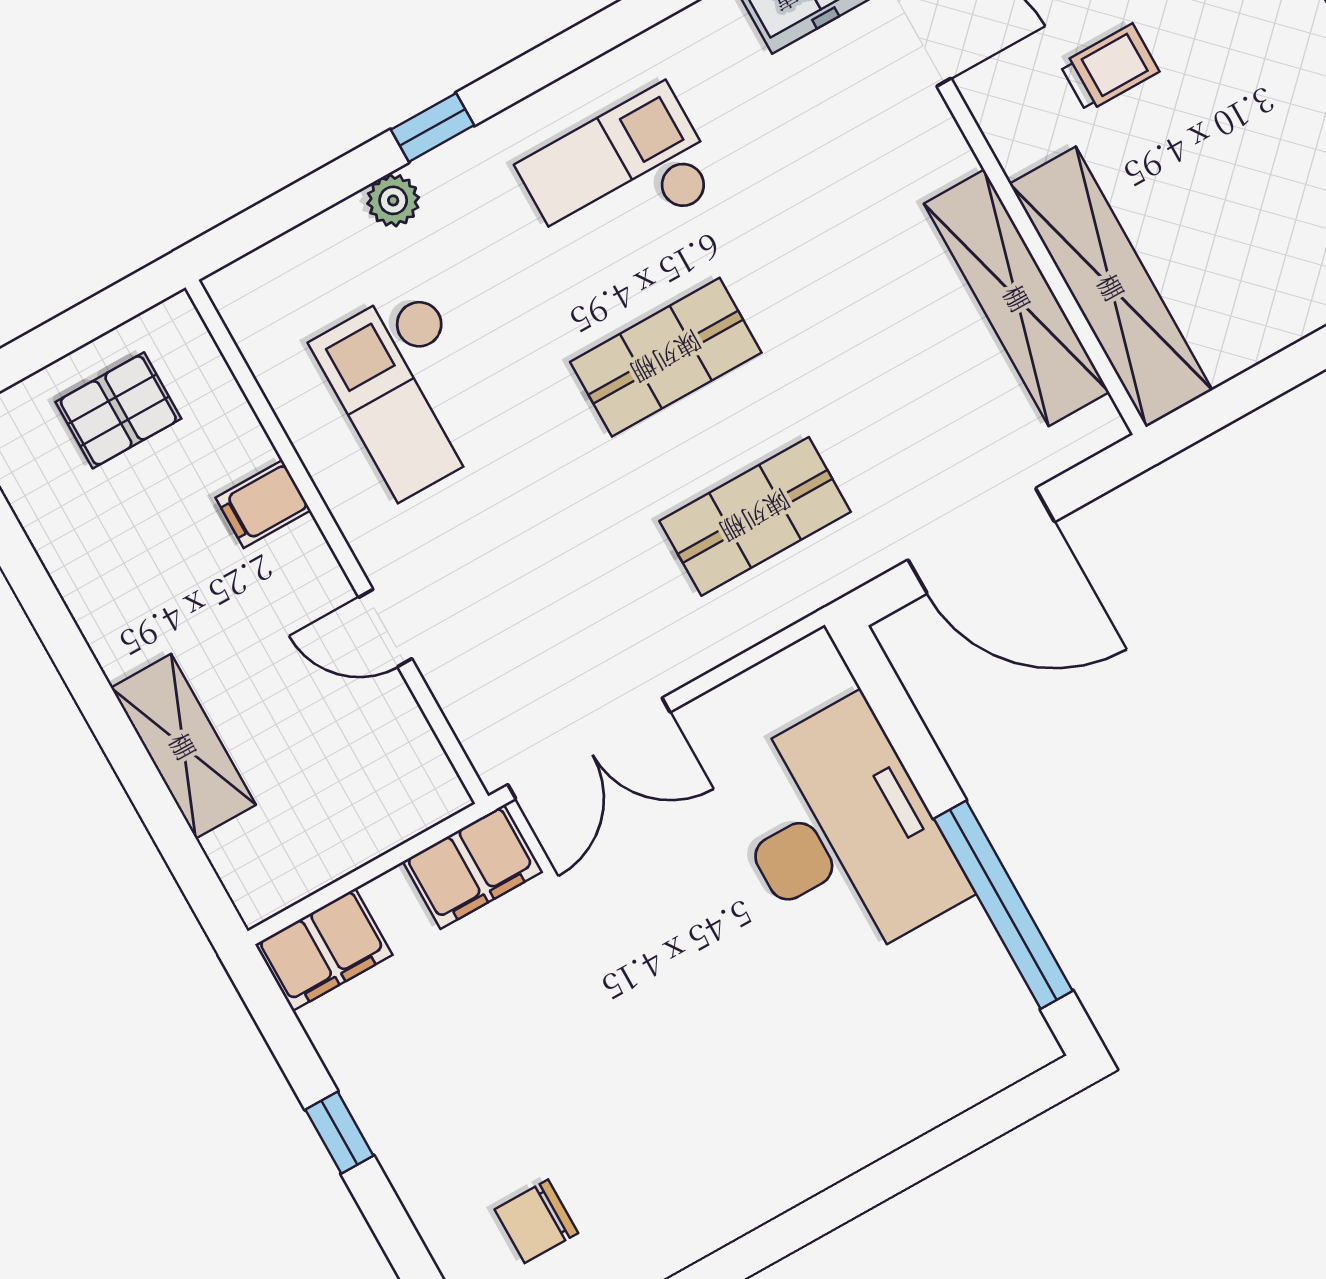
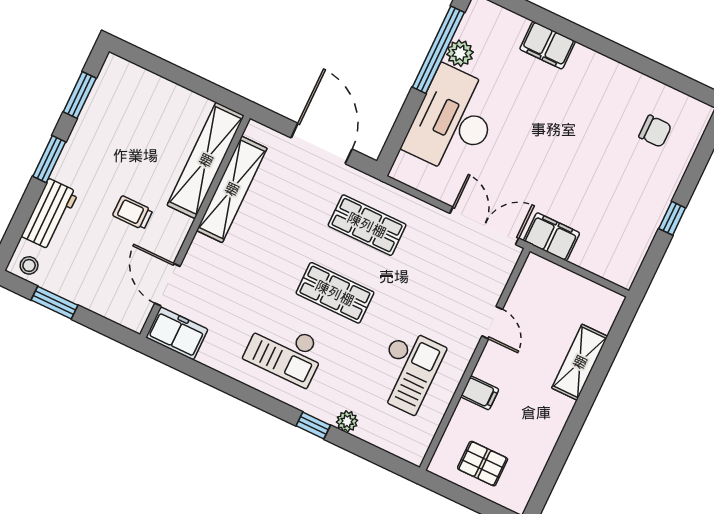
plant: (966, 943) -> (460, 53), added
filing cabinet: (324, 950) -> (548, 45), moved, turned 180

